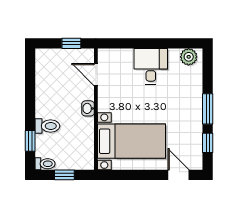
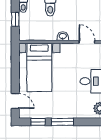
door: (96, 75) -> (87, 42), hinge flipped
door: (178, 175) -> (15, 101), hinge flipped

